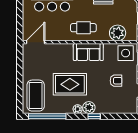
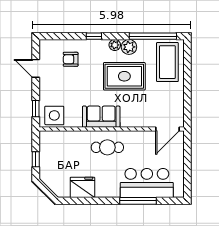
plant: (118, 33) -> (64, 141), removed
armchair: (116, 81) -> (71, 59), moved
plant: (89, 108) -> (129, 47), moved

